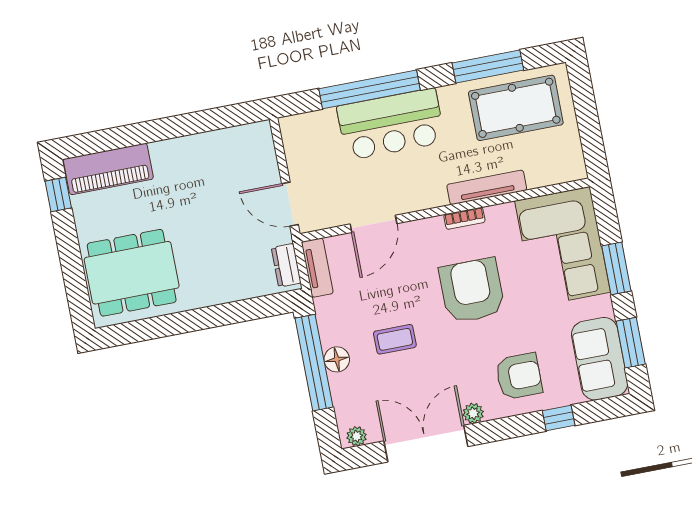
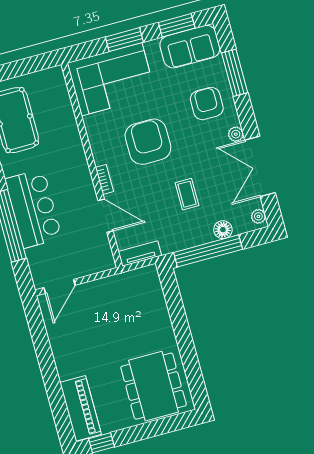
tv unit: (487, 187) -> (73, 137), removed
door: (290, 204) -> (60, 286), moved
bookcase: (464, 218) -> (104, 179), moved
dresser: (286, 265) -> (140, 276), removed
armchair: (472, 290) -> (148, 142), turned 90
floor lamp: (337, 359) -> (223, 230), moved
window: (559, 418) -> (235, 73), width x2.17

